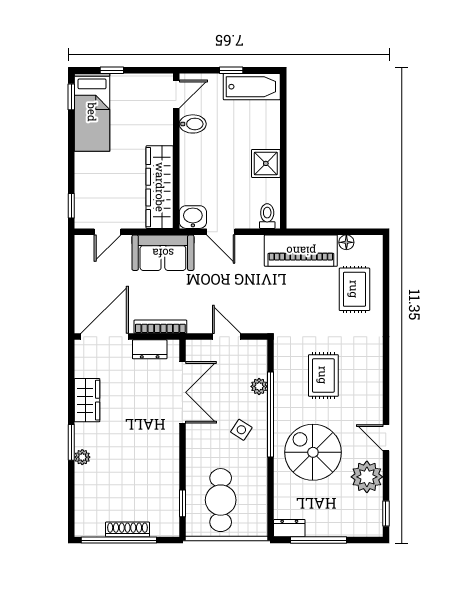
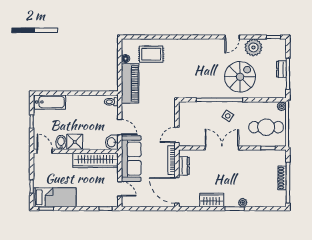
bathtub: (252, 87) -> (50, 102), moved, turned 90
shower: (266, 163) -> (75, 142), moved
door: (221, 232) -> (120, 127), hinge flipped
sofa: (163, 253) -> (131, 159), width x1.36
door: (226, 337) -> (177, 135), moved
rug: (323, 375) -> (198, 71), removed
plant: (259, 386) -> (282, 106), moved
double door: (182, 392) -> (222, 148), moved
spiral stairs: (313, 452) -> (240, 77), turned 180
dresser: (289, 528) -> (281, 69), moved

